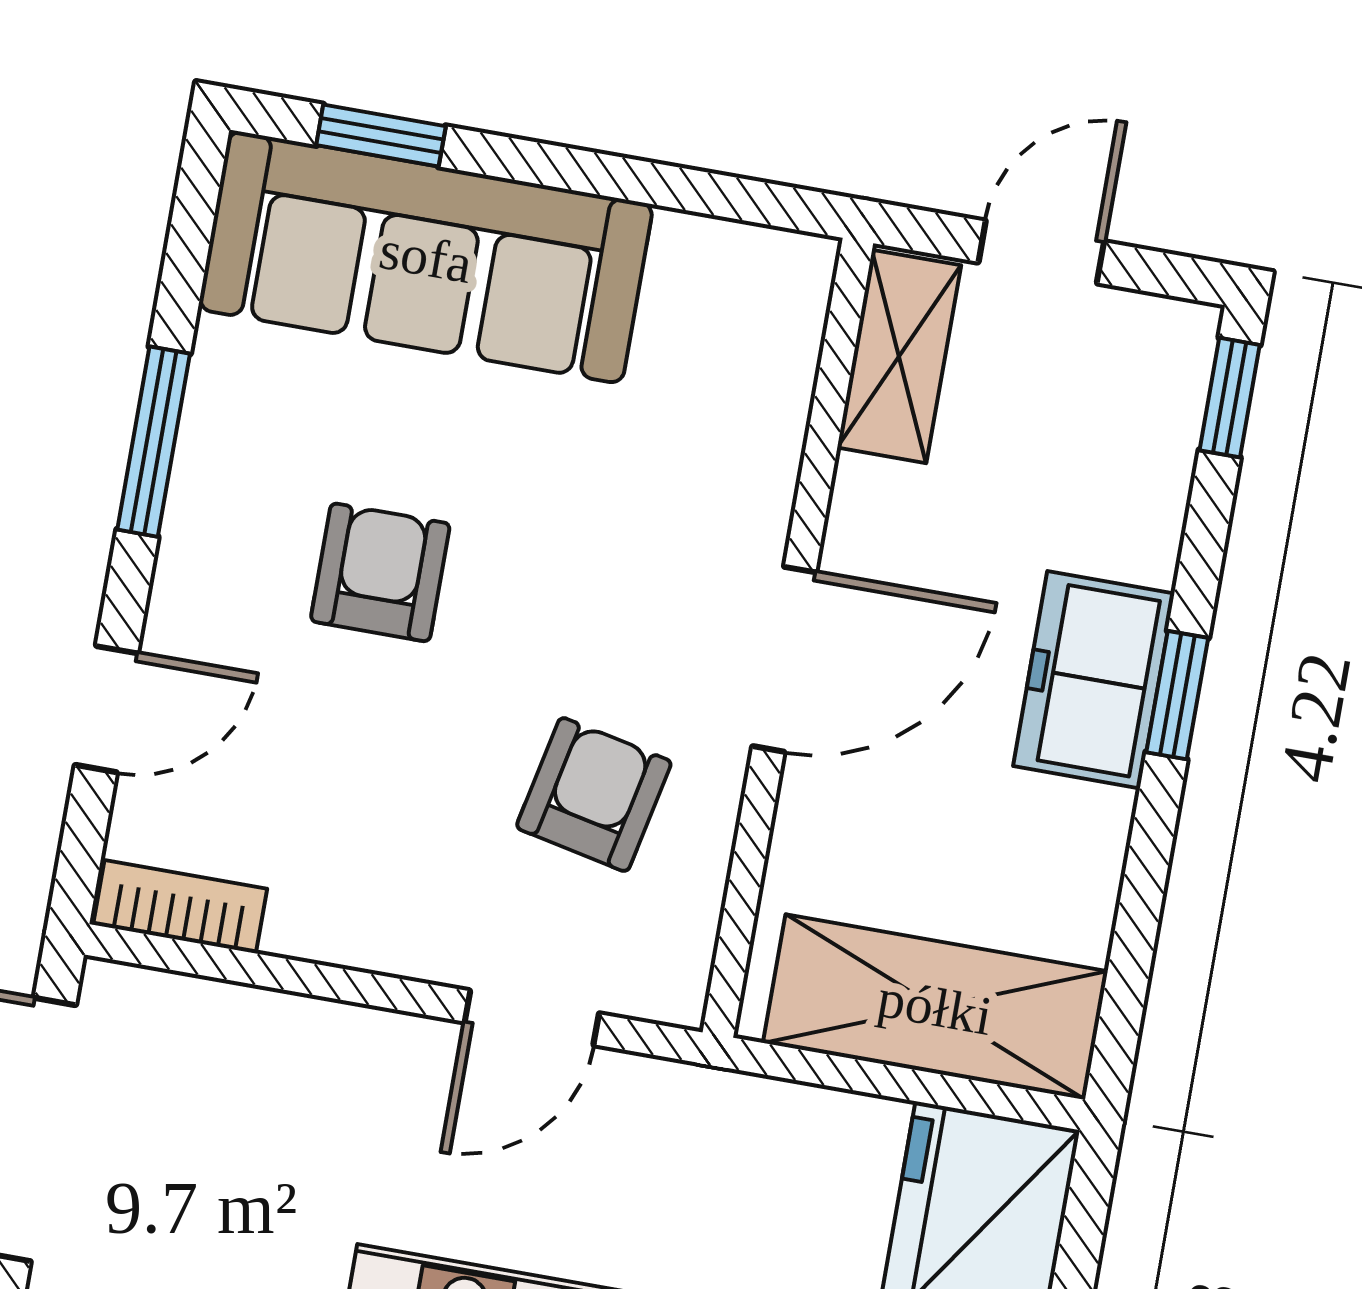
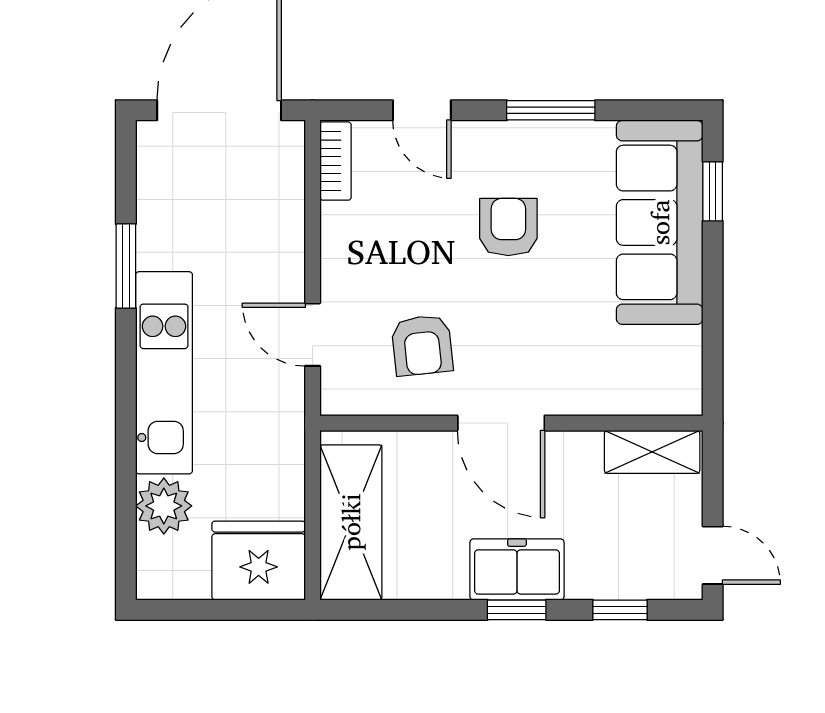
door: (1041, 252) -> (713, 555), moved
window: (1230, 398) -> (620, 610), moved
armchair: (380, 572) -> (508, 227), turned -90
armchair: (594, 795) -> (422, 345), turned 72

